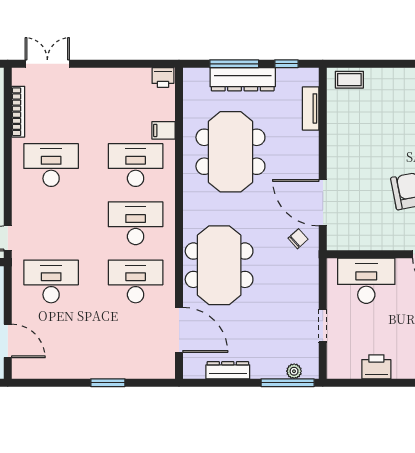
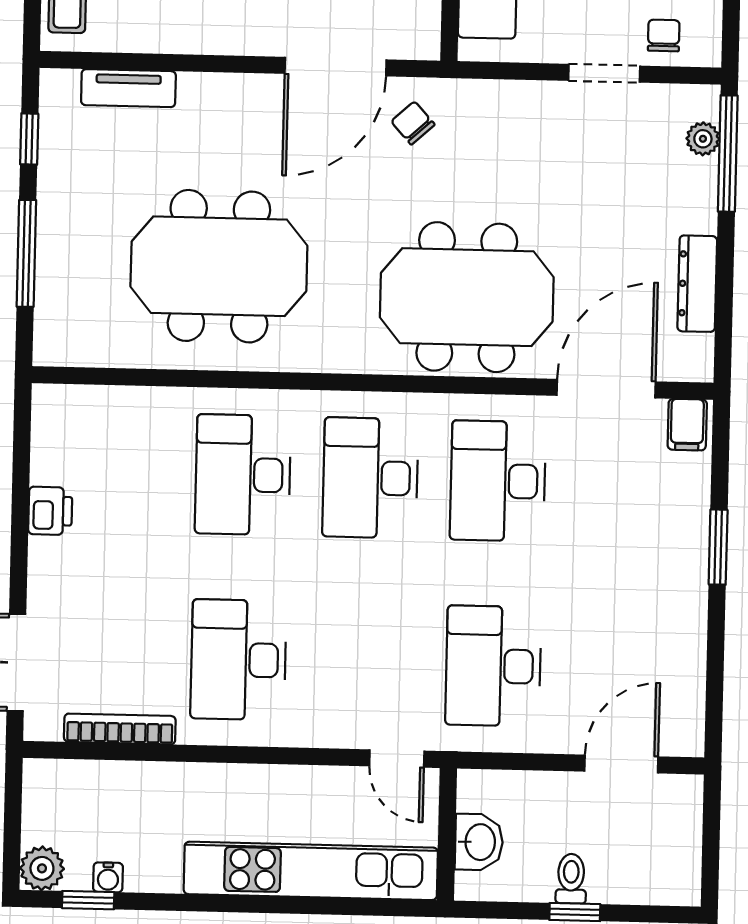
printer: (163, 78) -> (50, 511), moved
dresser: (243, 79) -> (61, 235), removed
filing cabinet: (163, 130) -> (687, 425), moved
chair: (341, 352) -> (664, 36), added

